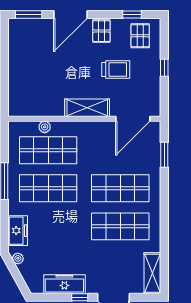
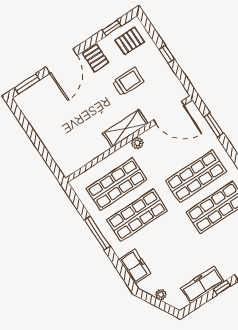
pallet: (140, 36) -> (130, 41), turned 90
door: (133, 119) -> (169, 113), hinge flipped
plant: (45, 127) -> (137, 143), moved
plant: (18, 258) -> (161, 295), moved

